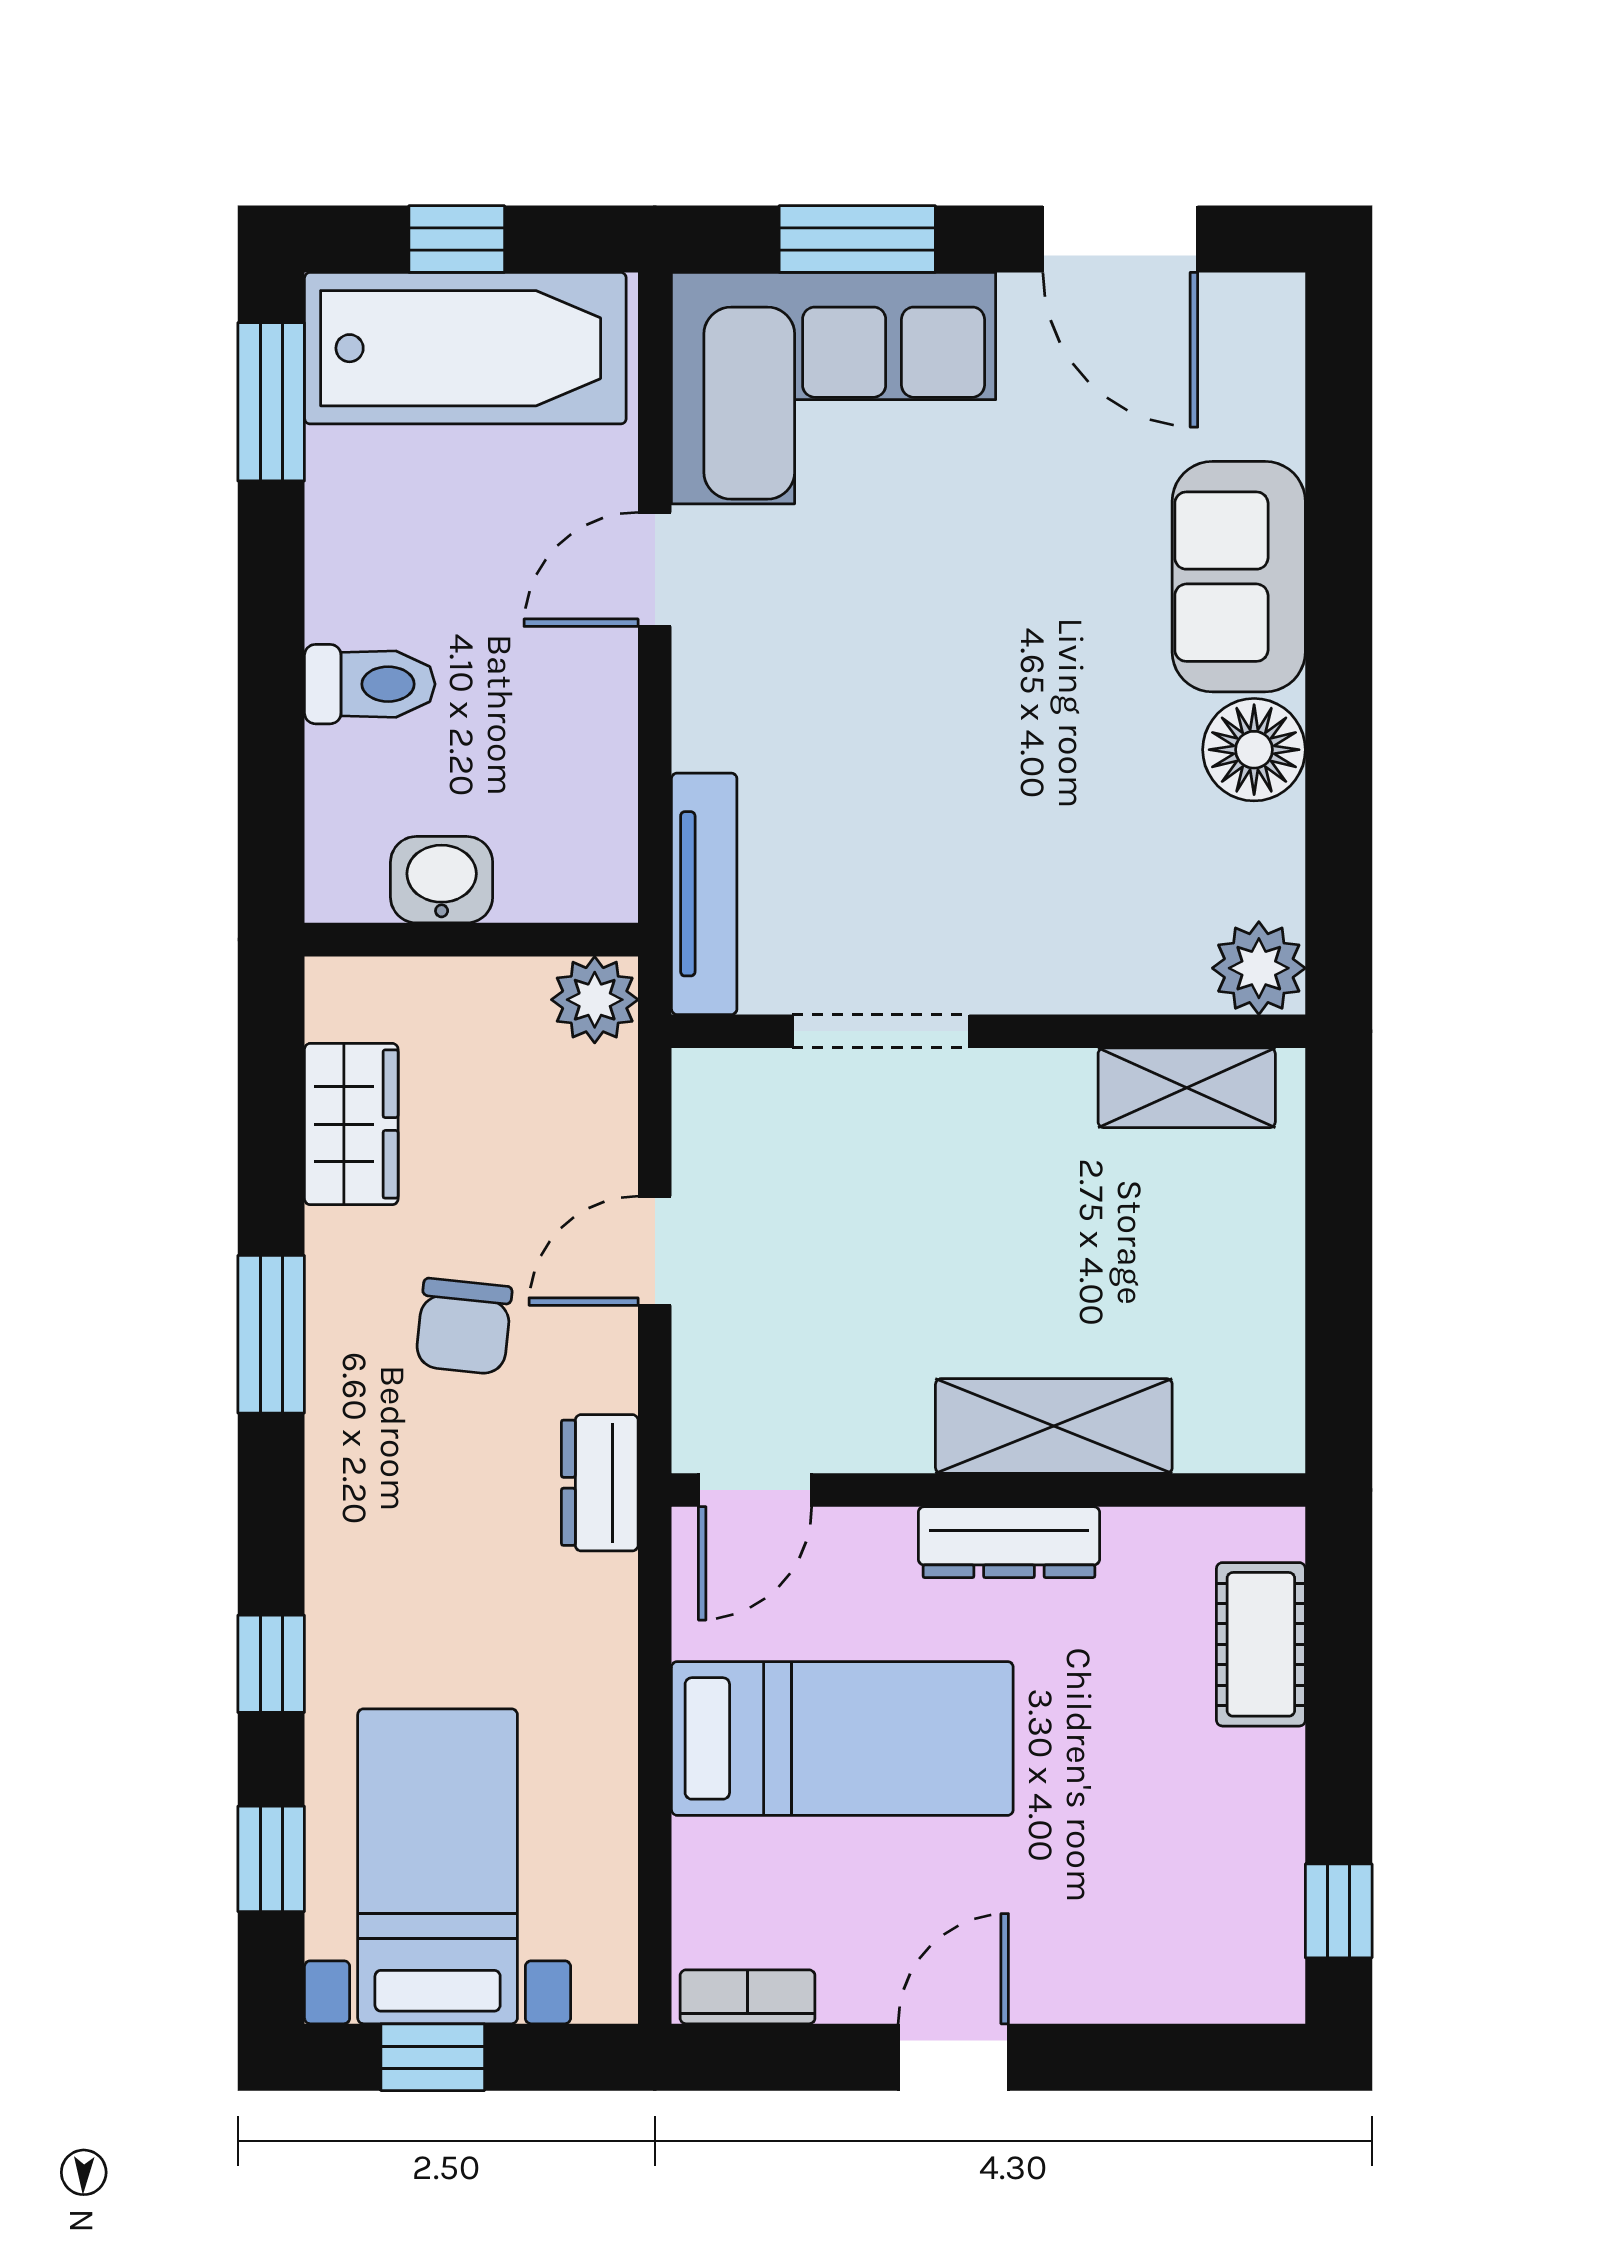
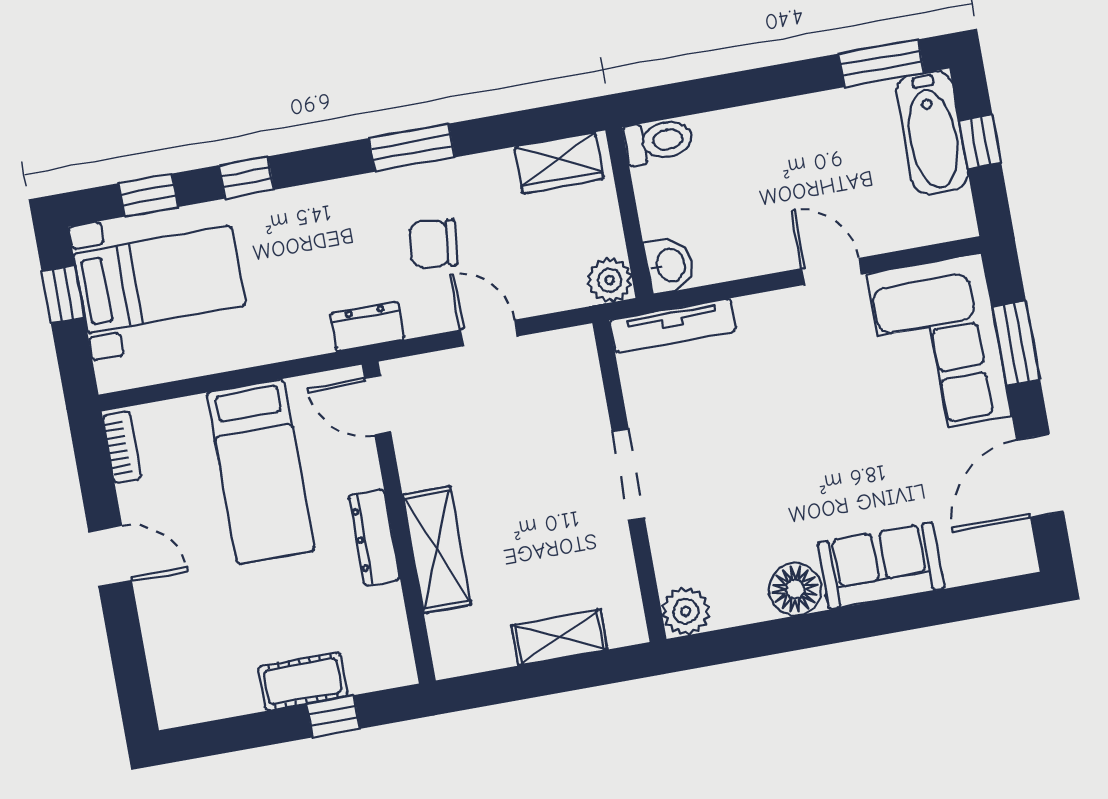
bathtub: (465, 348) -> (932, 133), width x0.73, depth x0.73
toilet: (370, 684) -> (659, 141), moved, turned -90
washbasin: (442, 880) -> (669, 265), moved
doorway: (881, 1031) -> (628, 475), moved
shelving: (1187, 1088) -> (559, 637), moved, turned 90
wardrobe: (351, 1124) -> (559, 163), moved
cot: (1261, 1644) -> (303, 681), moved
window: (1339, 1911) -> (333, 716), moved

